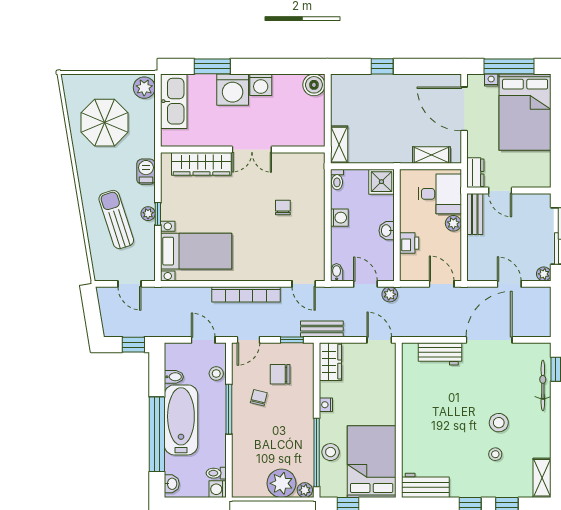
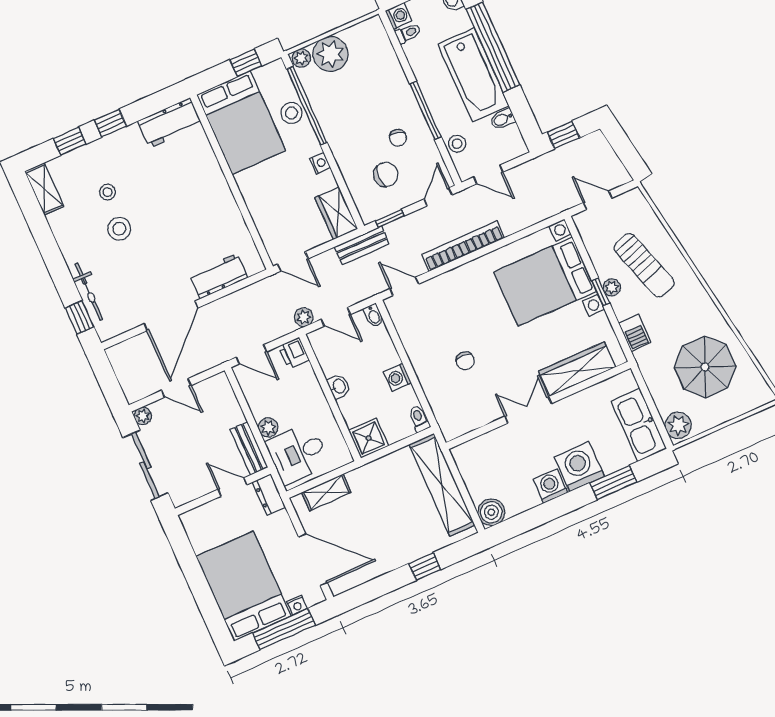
shelving: (339, 145) -> (442, 485), width x2.20, depth x1.33
printer: (409, 243) -> (294, 353), moved
bed with nightstands: (196, 251) -> (545, 282), width x1.36

